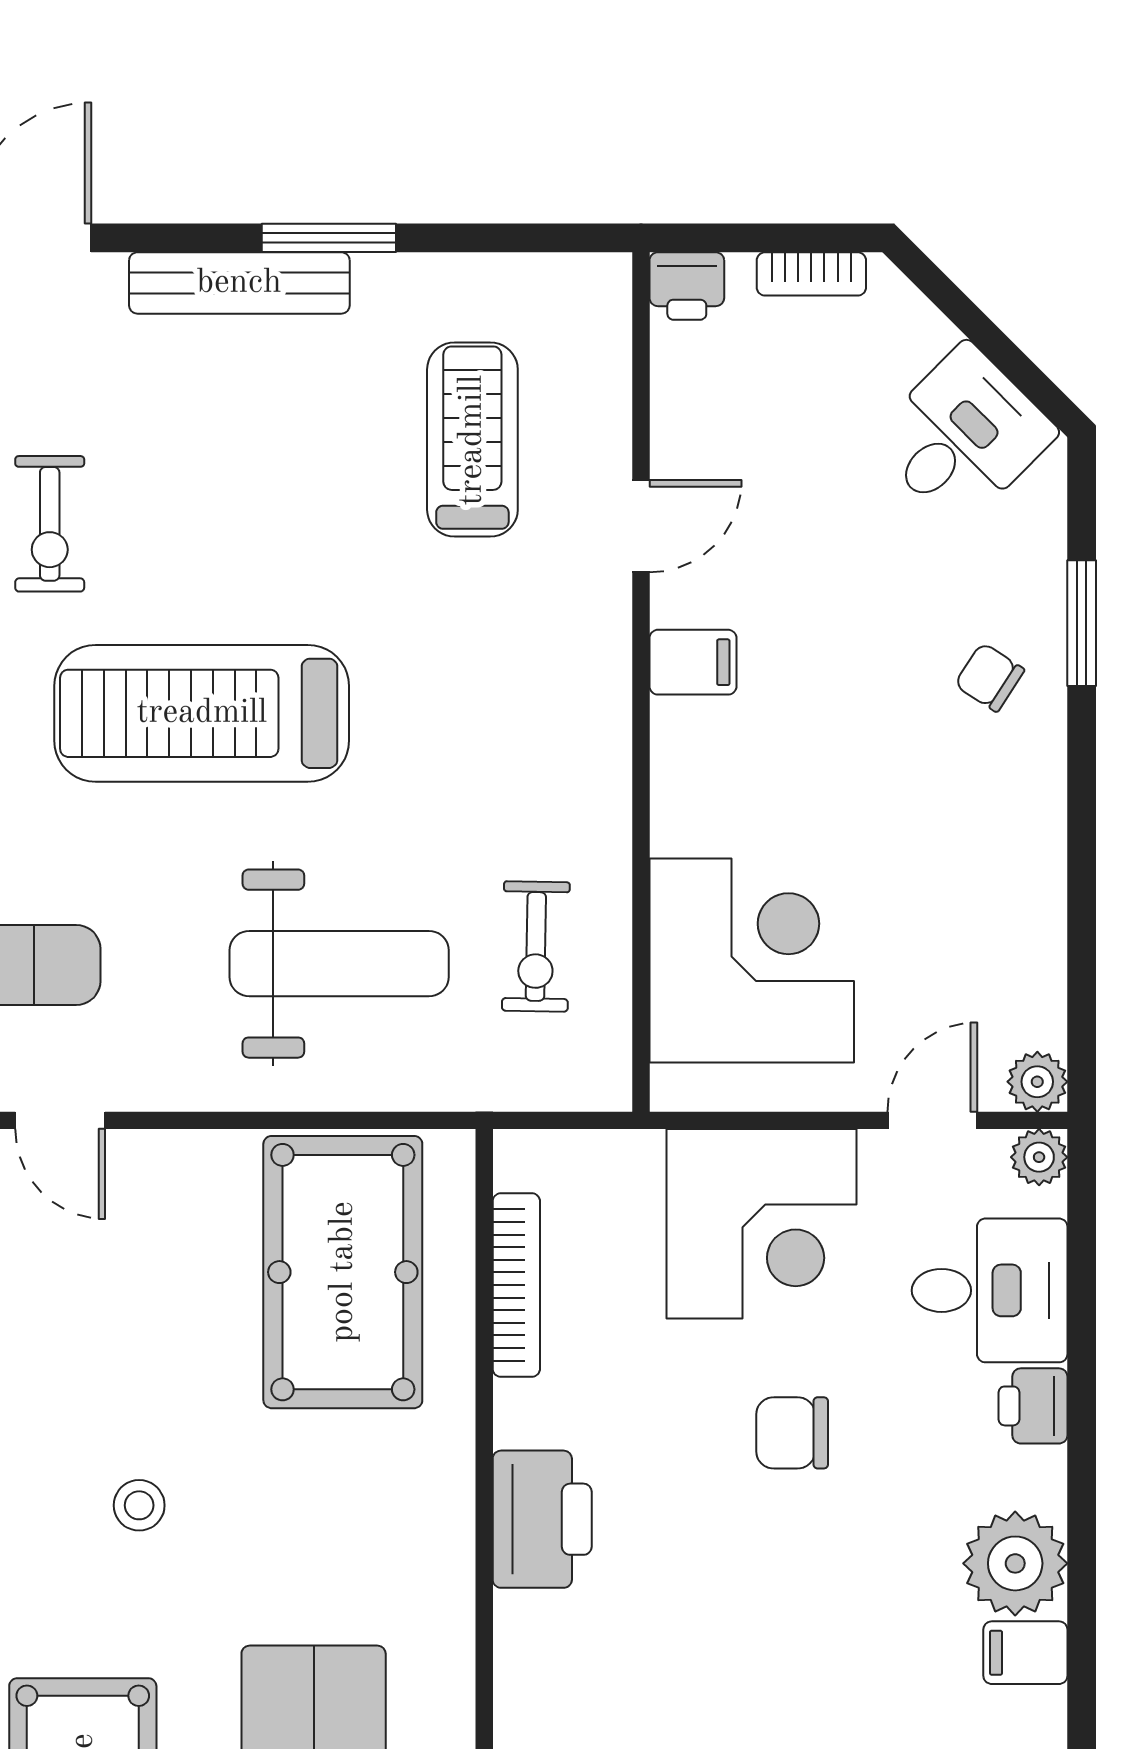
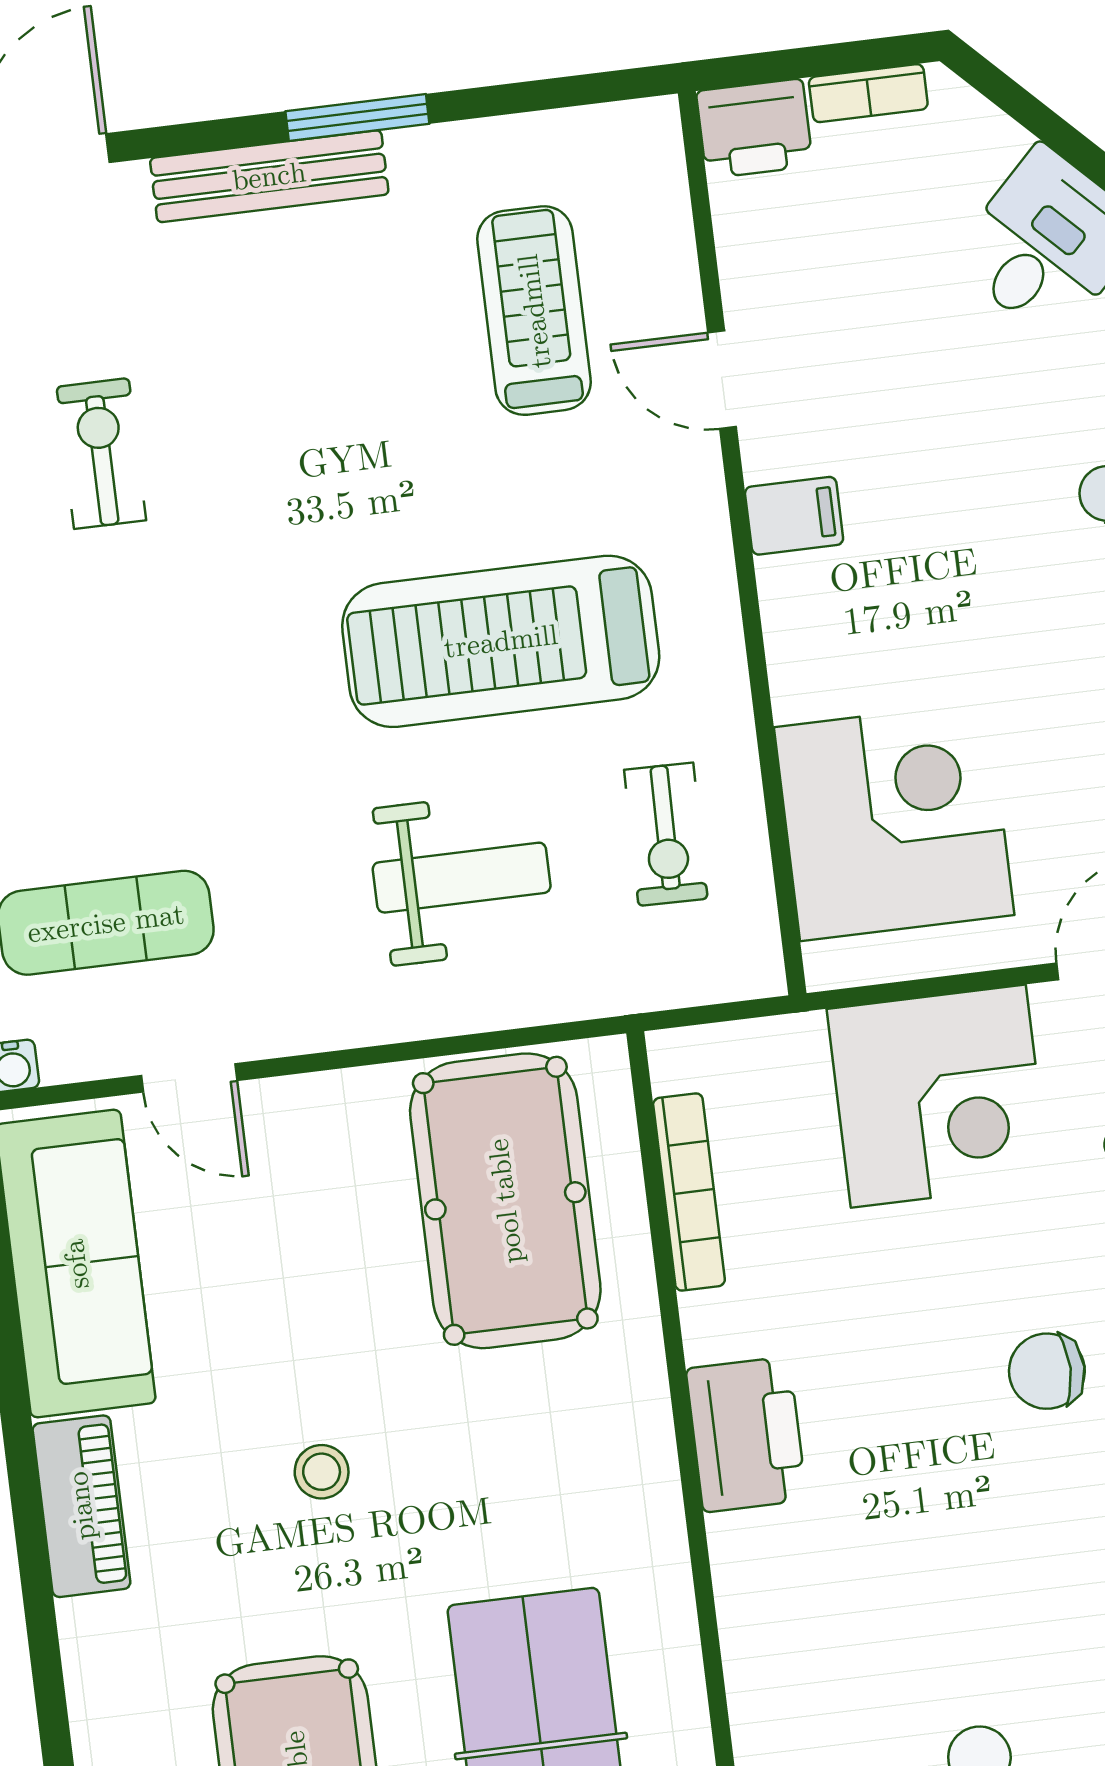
printer: (687, 286) -> (754, 129), width x1.36, depth x1.24
exercise bike: (50, 524) -> (101, 453), turned 180
door: (641, 526) -> (722, 380), swing flipped
treadmill: (202, 713) -> (501, 641), moved
weight bench: (339, 964) -> (462, 878), width x0.73, depth x0.75
chair: (792, 1433) -> (1047, 1371), moved

